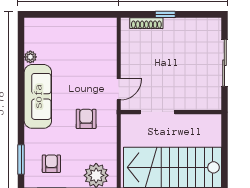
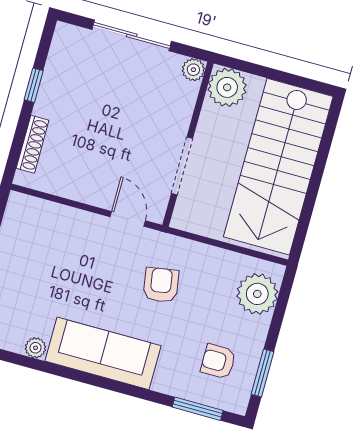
window: (165, 14) -> (34, 85), moved
plant: (215, 103) -> (193, 70), added
armchair: (86, 119) -> (161, 285), turned 81
plant: (210, 126) -> (227, 87), added

